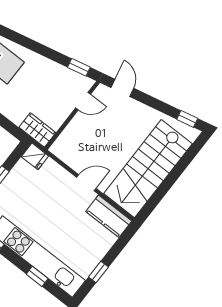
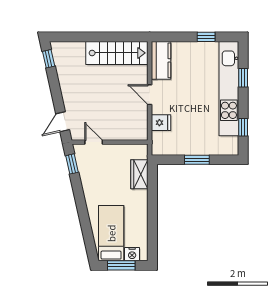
wardrobe: (37, 130) -> (139, 174), moved
fridge: (35, 156) -> (161, 123), moved, turned 90
stairs: (148, 169) -> (117, 53), width x0.73, depth x0.66

